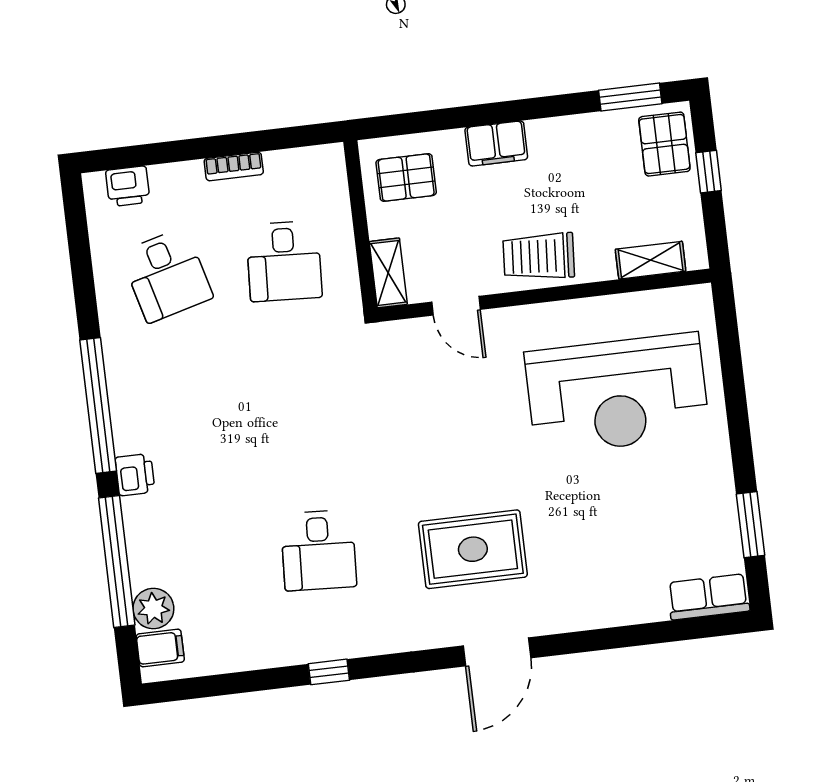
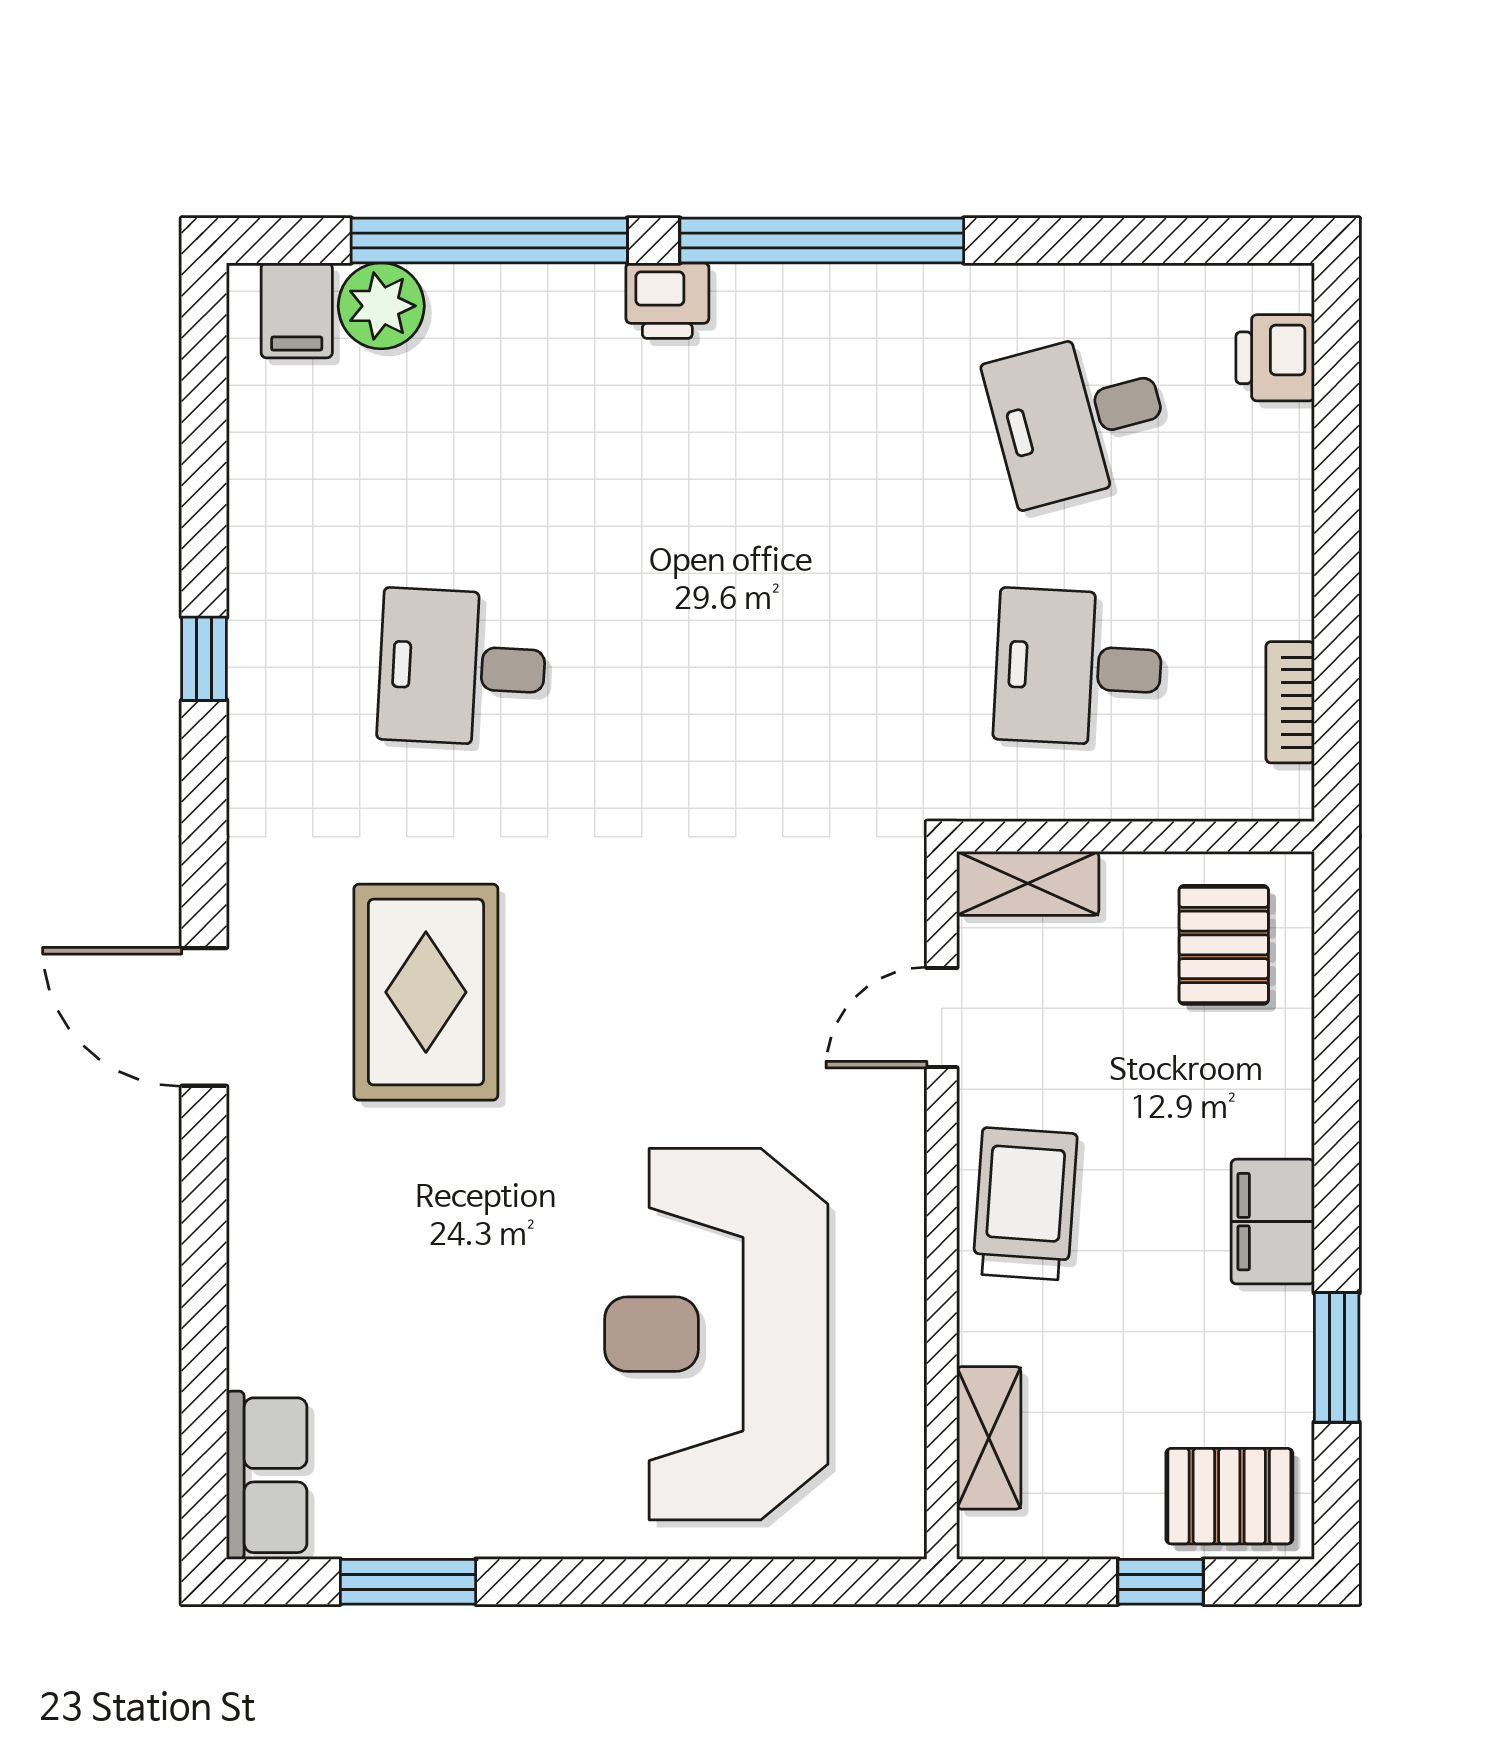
window: (630, 97) -> (1337, 1357), moved
filing cabinet: (496, 143) -> (1273, 1222), moved
bookcase: (234, 167) -> (1290, 702), moved

